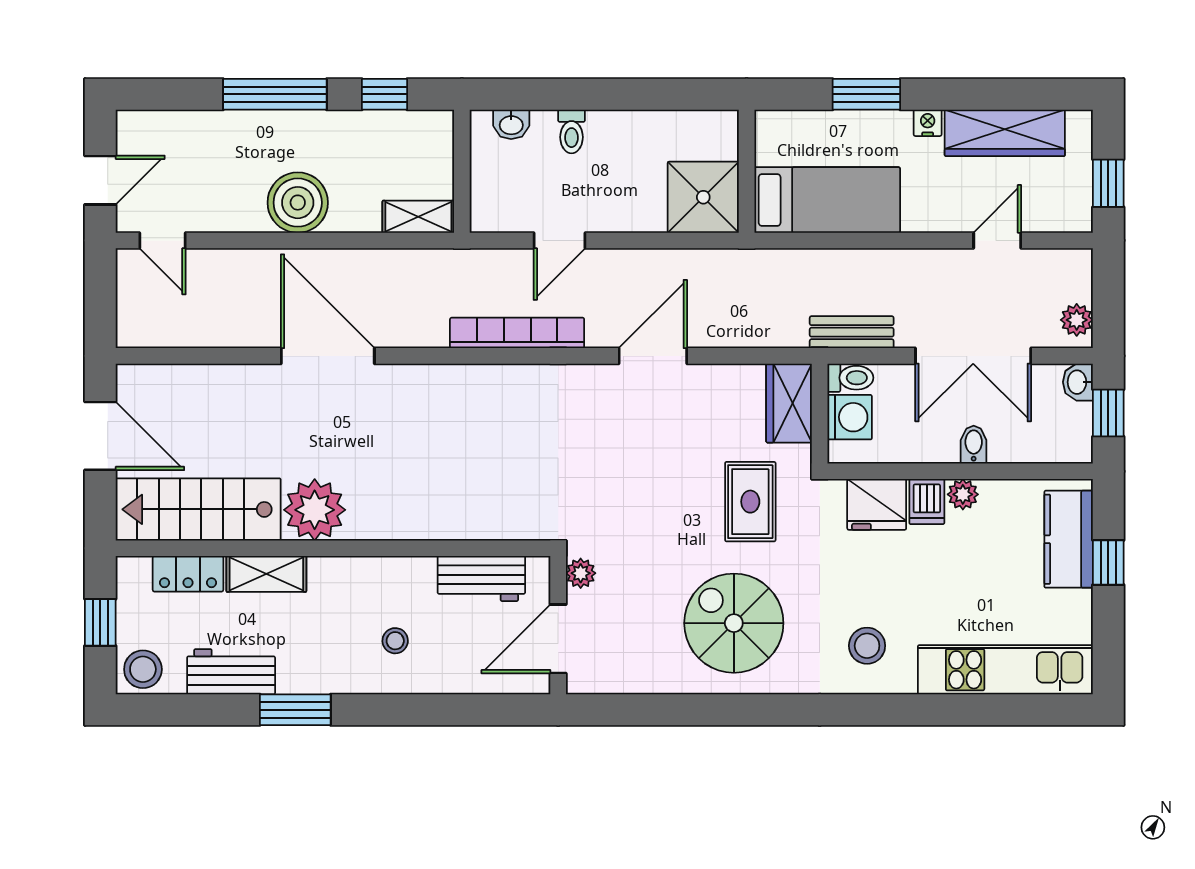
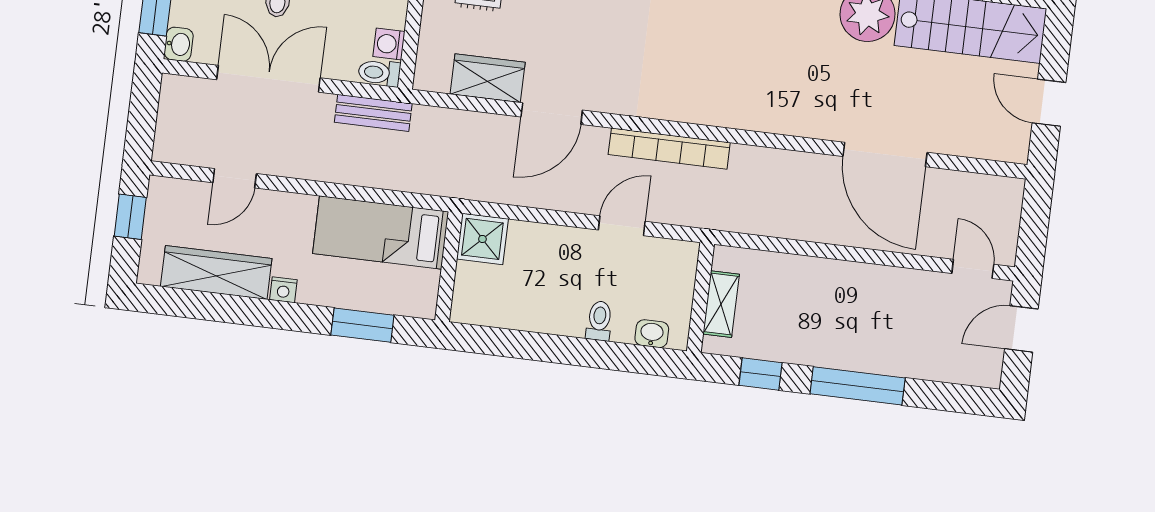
window: (866, 94) -> (362, 325), moved
shower: (703, 197) -> (482, 239), width x0.73, depth x0.73
boiler: (298, 203) -> (849, 288), removed
shelving: (418, 217) -> (721, 304), moved, turned 90
plant: (1077, 320) -> (173, 99), removed
door: (328, 356) -> (885, 154), moved
wardrobe: (789, 403) -> (488, 78), moved, turned -90
washing machine: (850, 417) -> (389, 44), width x0.73, depth x0.73
door: (100, 436) -> (1049, 103), width x0.73

